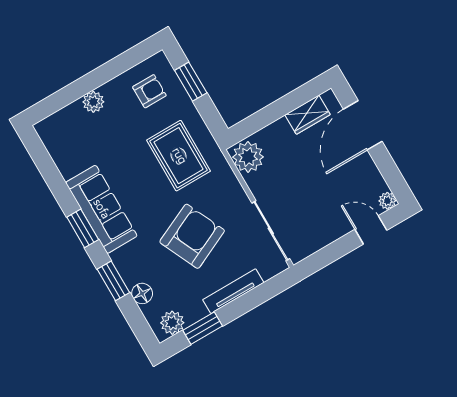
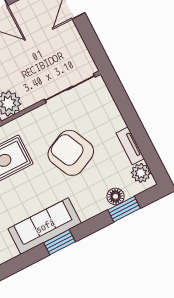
window: (113, 281) -> (124, 209), moved
tv unit: (233, 291) -> (130, 146), moved, width x0.71
window: (203, 328) -> (147, 148), removed

